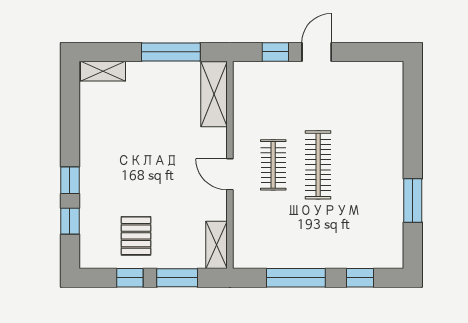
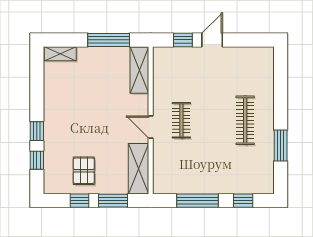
clothes rail: (318, 165) -> (245, 120), moved
shelving: (216, 245) -> (138, 169), width x1.50, depth x1.33

